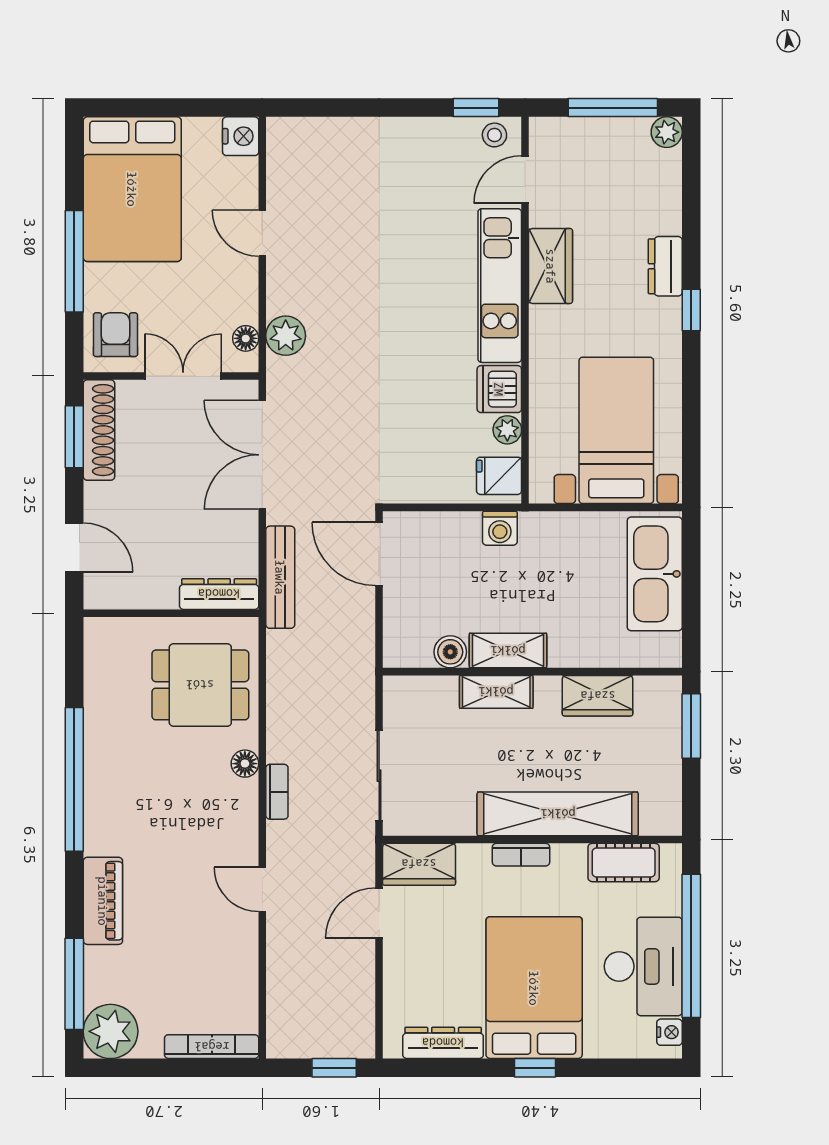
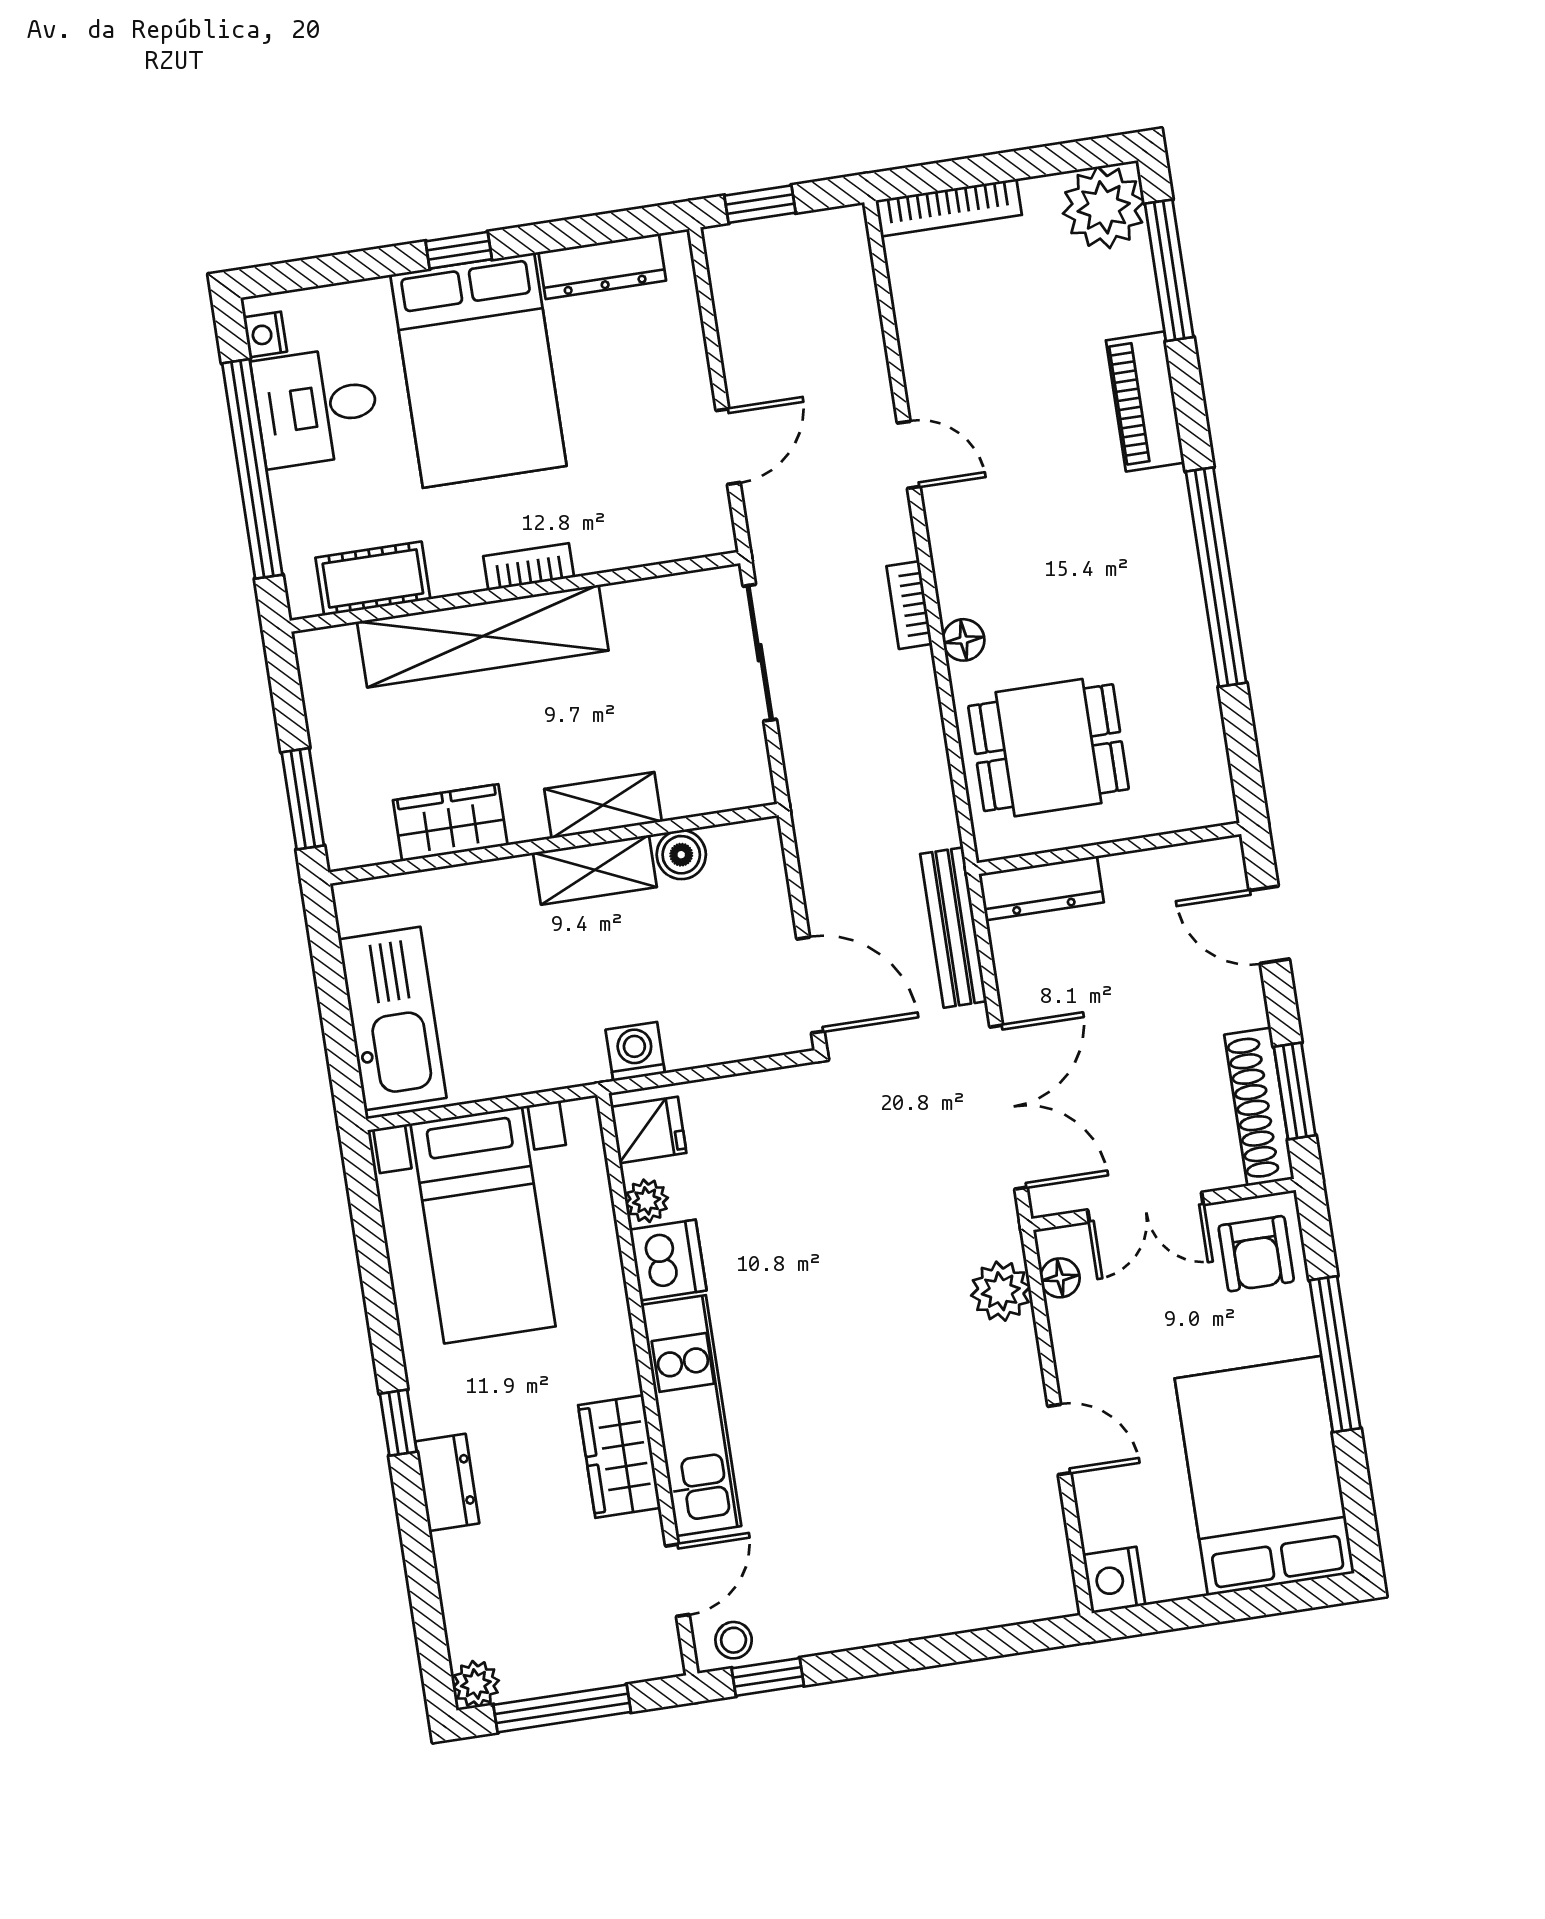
wardrobe: (419, 864) -> (679, 529), removed
desk: (643, 966) -> (316, 407), width x0.73

